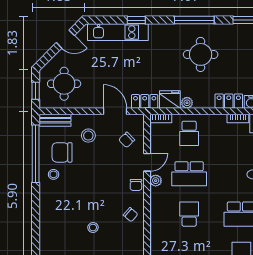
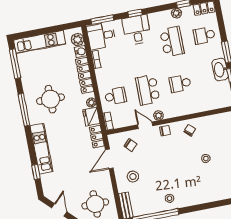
window: (136, 20) -> (36, 172), moved
kitchen unit: (118, 32) -> (42, 149), moved
locker: (229, 101) -> (85, 75), width x1.53
chair: (62, 152) -> (150, 195), removed
school desk: (189, 174) -> (148, 90), turned 180

